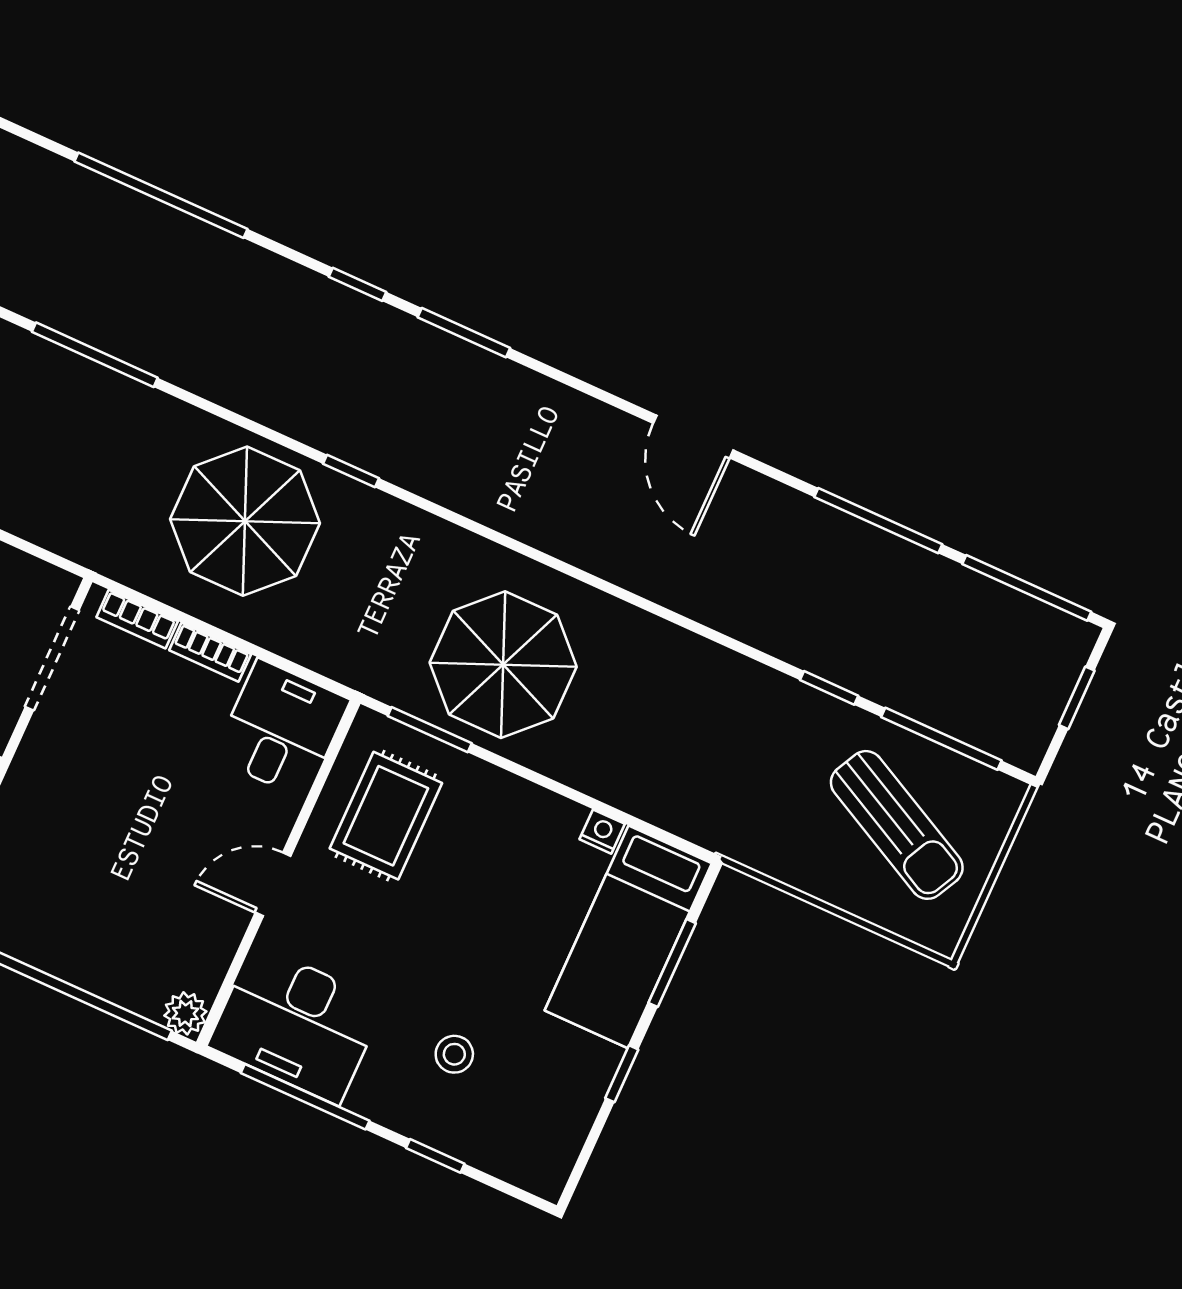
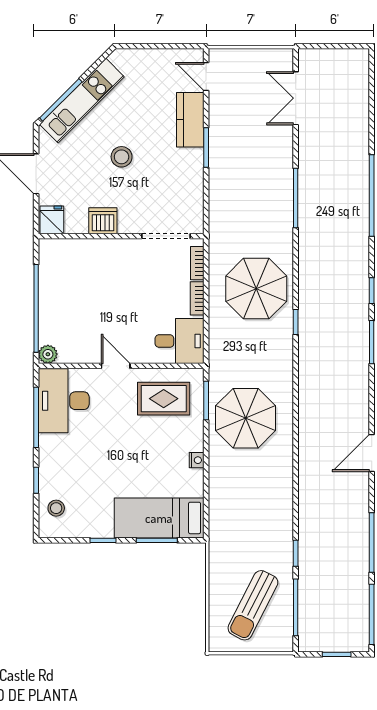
nightstand: (602, 832) -> (197, 460), moved
stool: (454, 1054) -> (56, 508), moved

